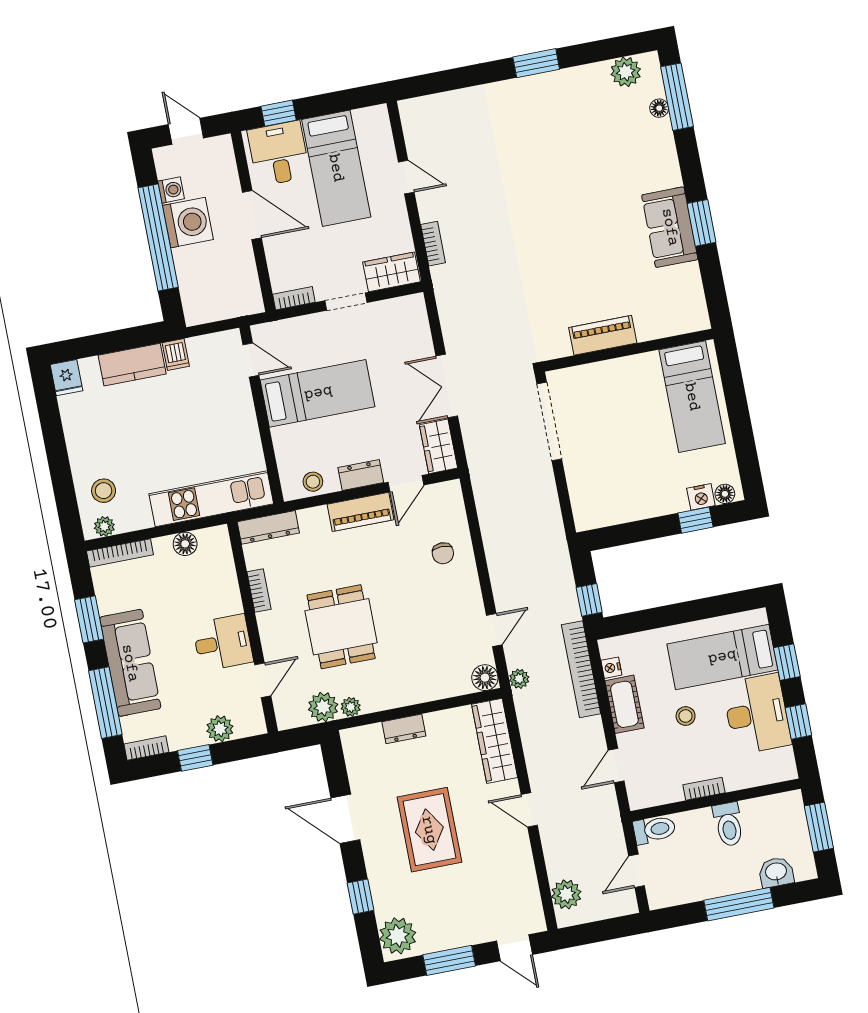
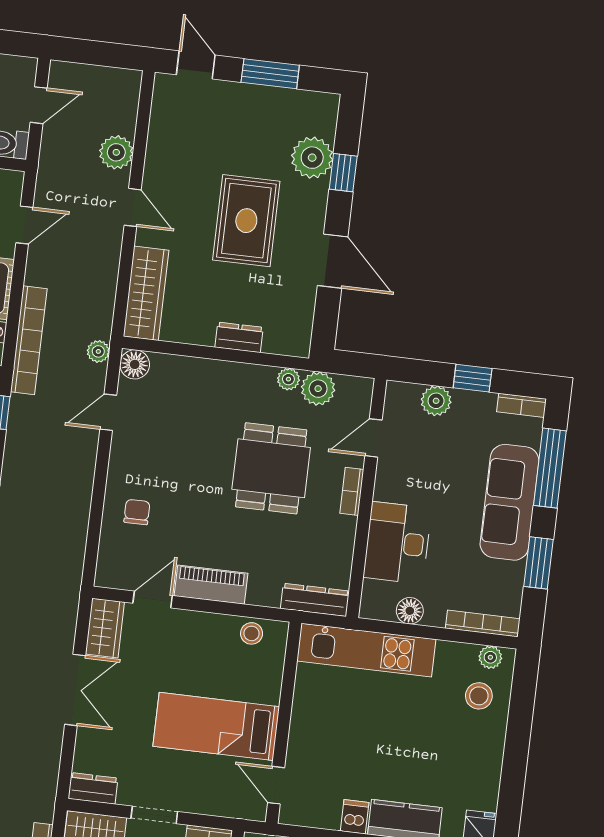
dresser: (361, 475) -> (93, 788), moved, turned 180
bookcase: (259, 590) -> (352, 491), moved
desk: (223, 643) -> (397, 543), moved, width x1.37
plant: (566, 894) -> (116, 152), moved
plant: (398, 936) -> (312, 158), moved

